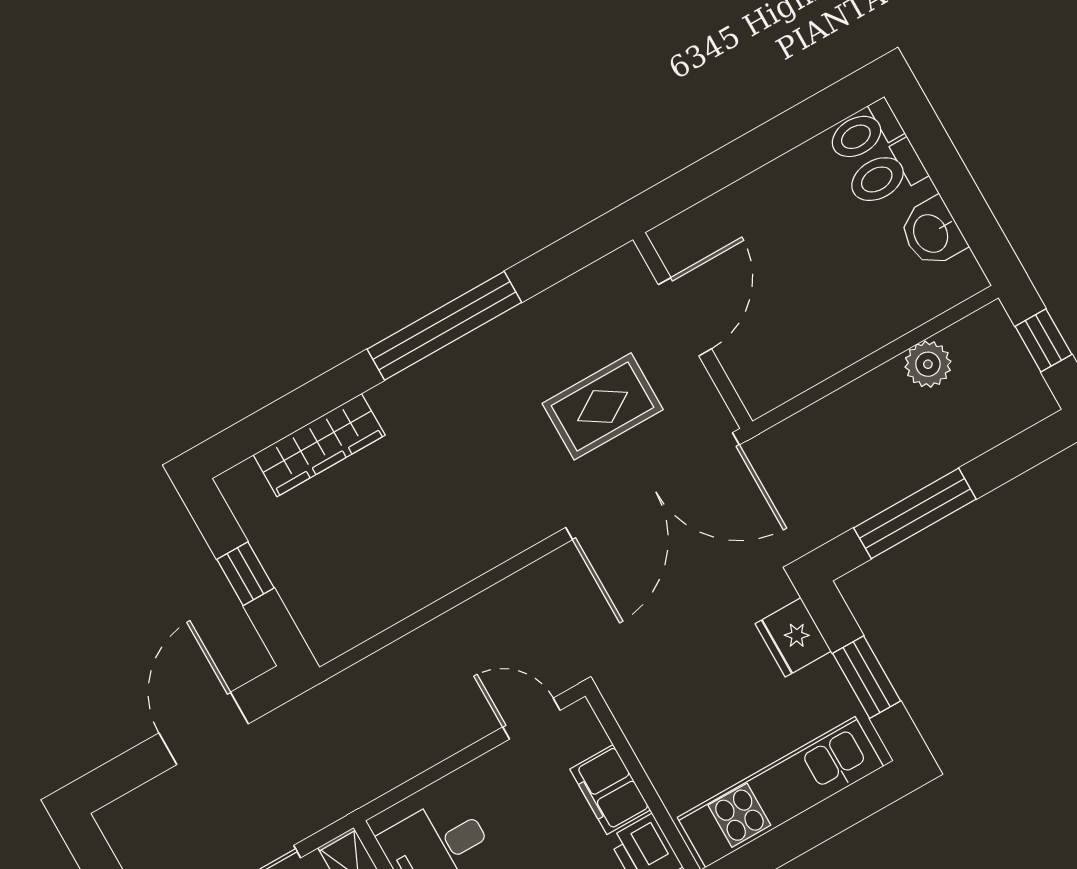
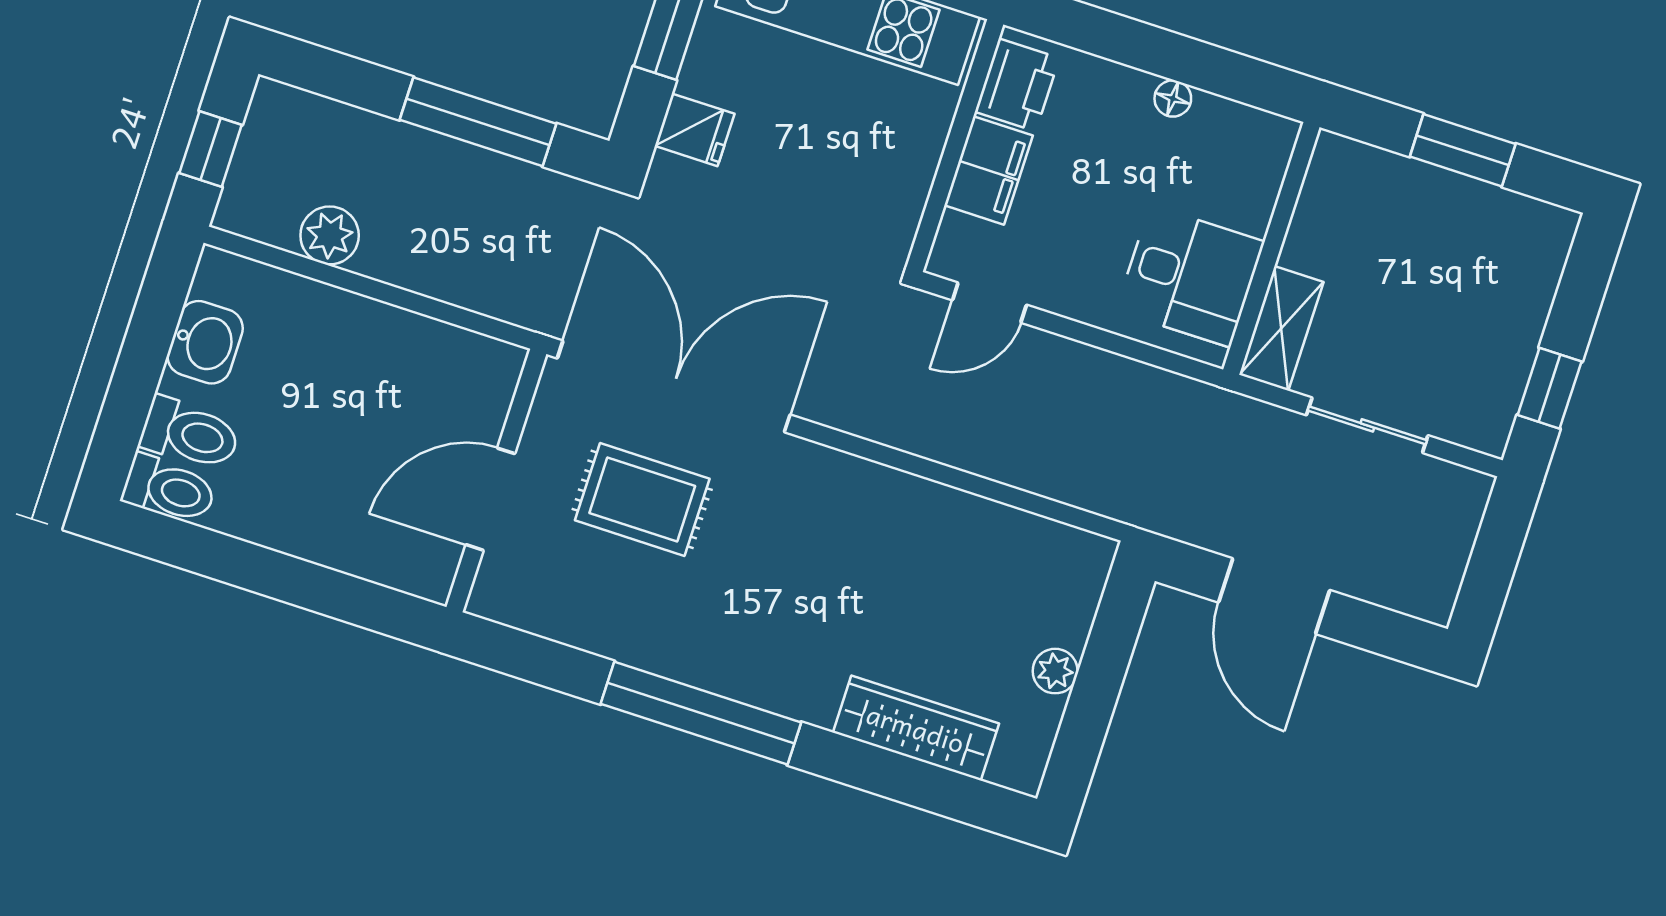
plant: (278, 558) -> (1055, 671), added
window: (245, 574) -> (1097, 688), removed
fridge: (793, 637) -> (695, 130), width x0.72
door: (531, 719) -> (989, 303), hinge flipped
door: (204, 728) -> (1274, 596), hinge flipped

